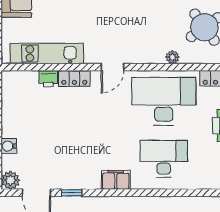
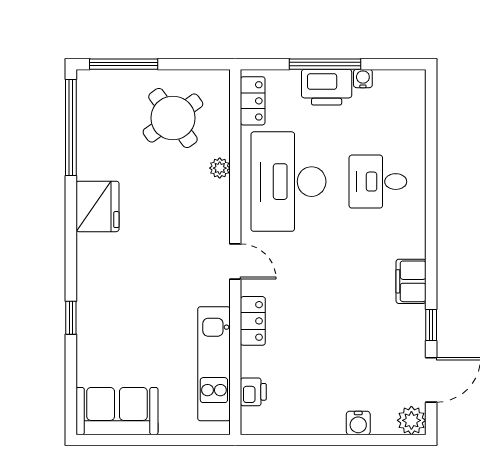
printer: (48, 79) -> (253, 392), moved
desk: (164, 159) -> (378, 182), width x0.73
filing cabinet: (116, 180) -> (411, 281), moved

